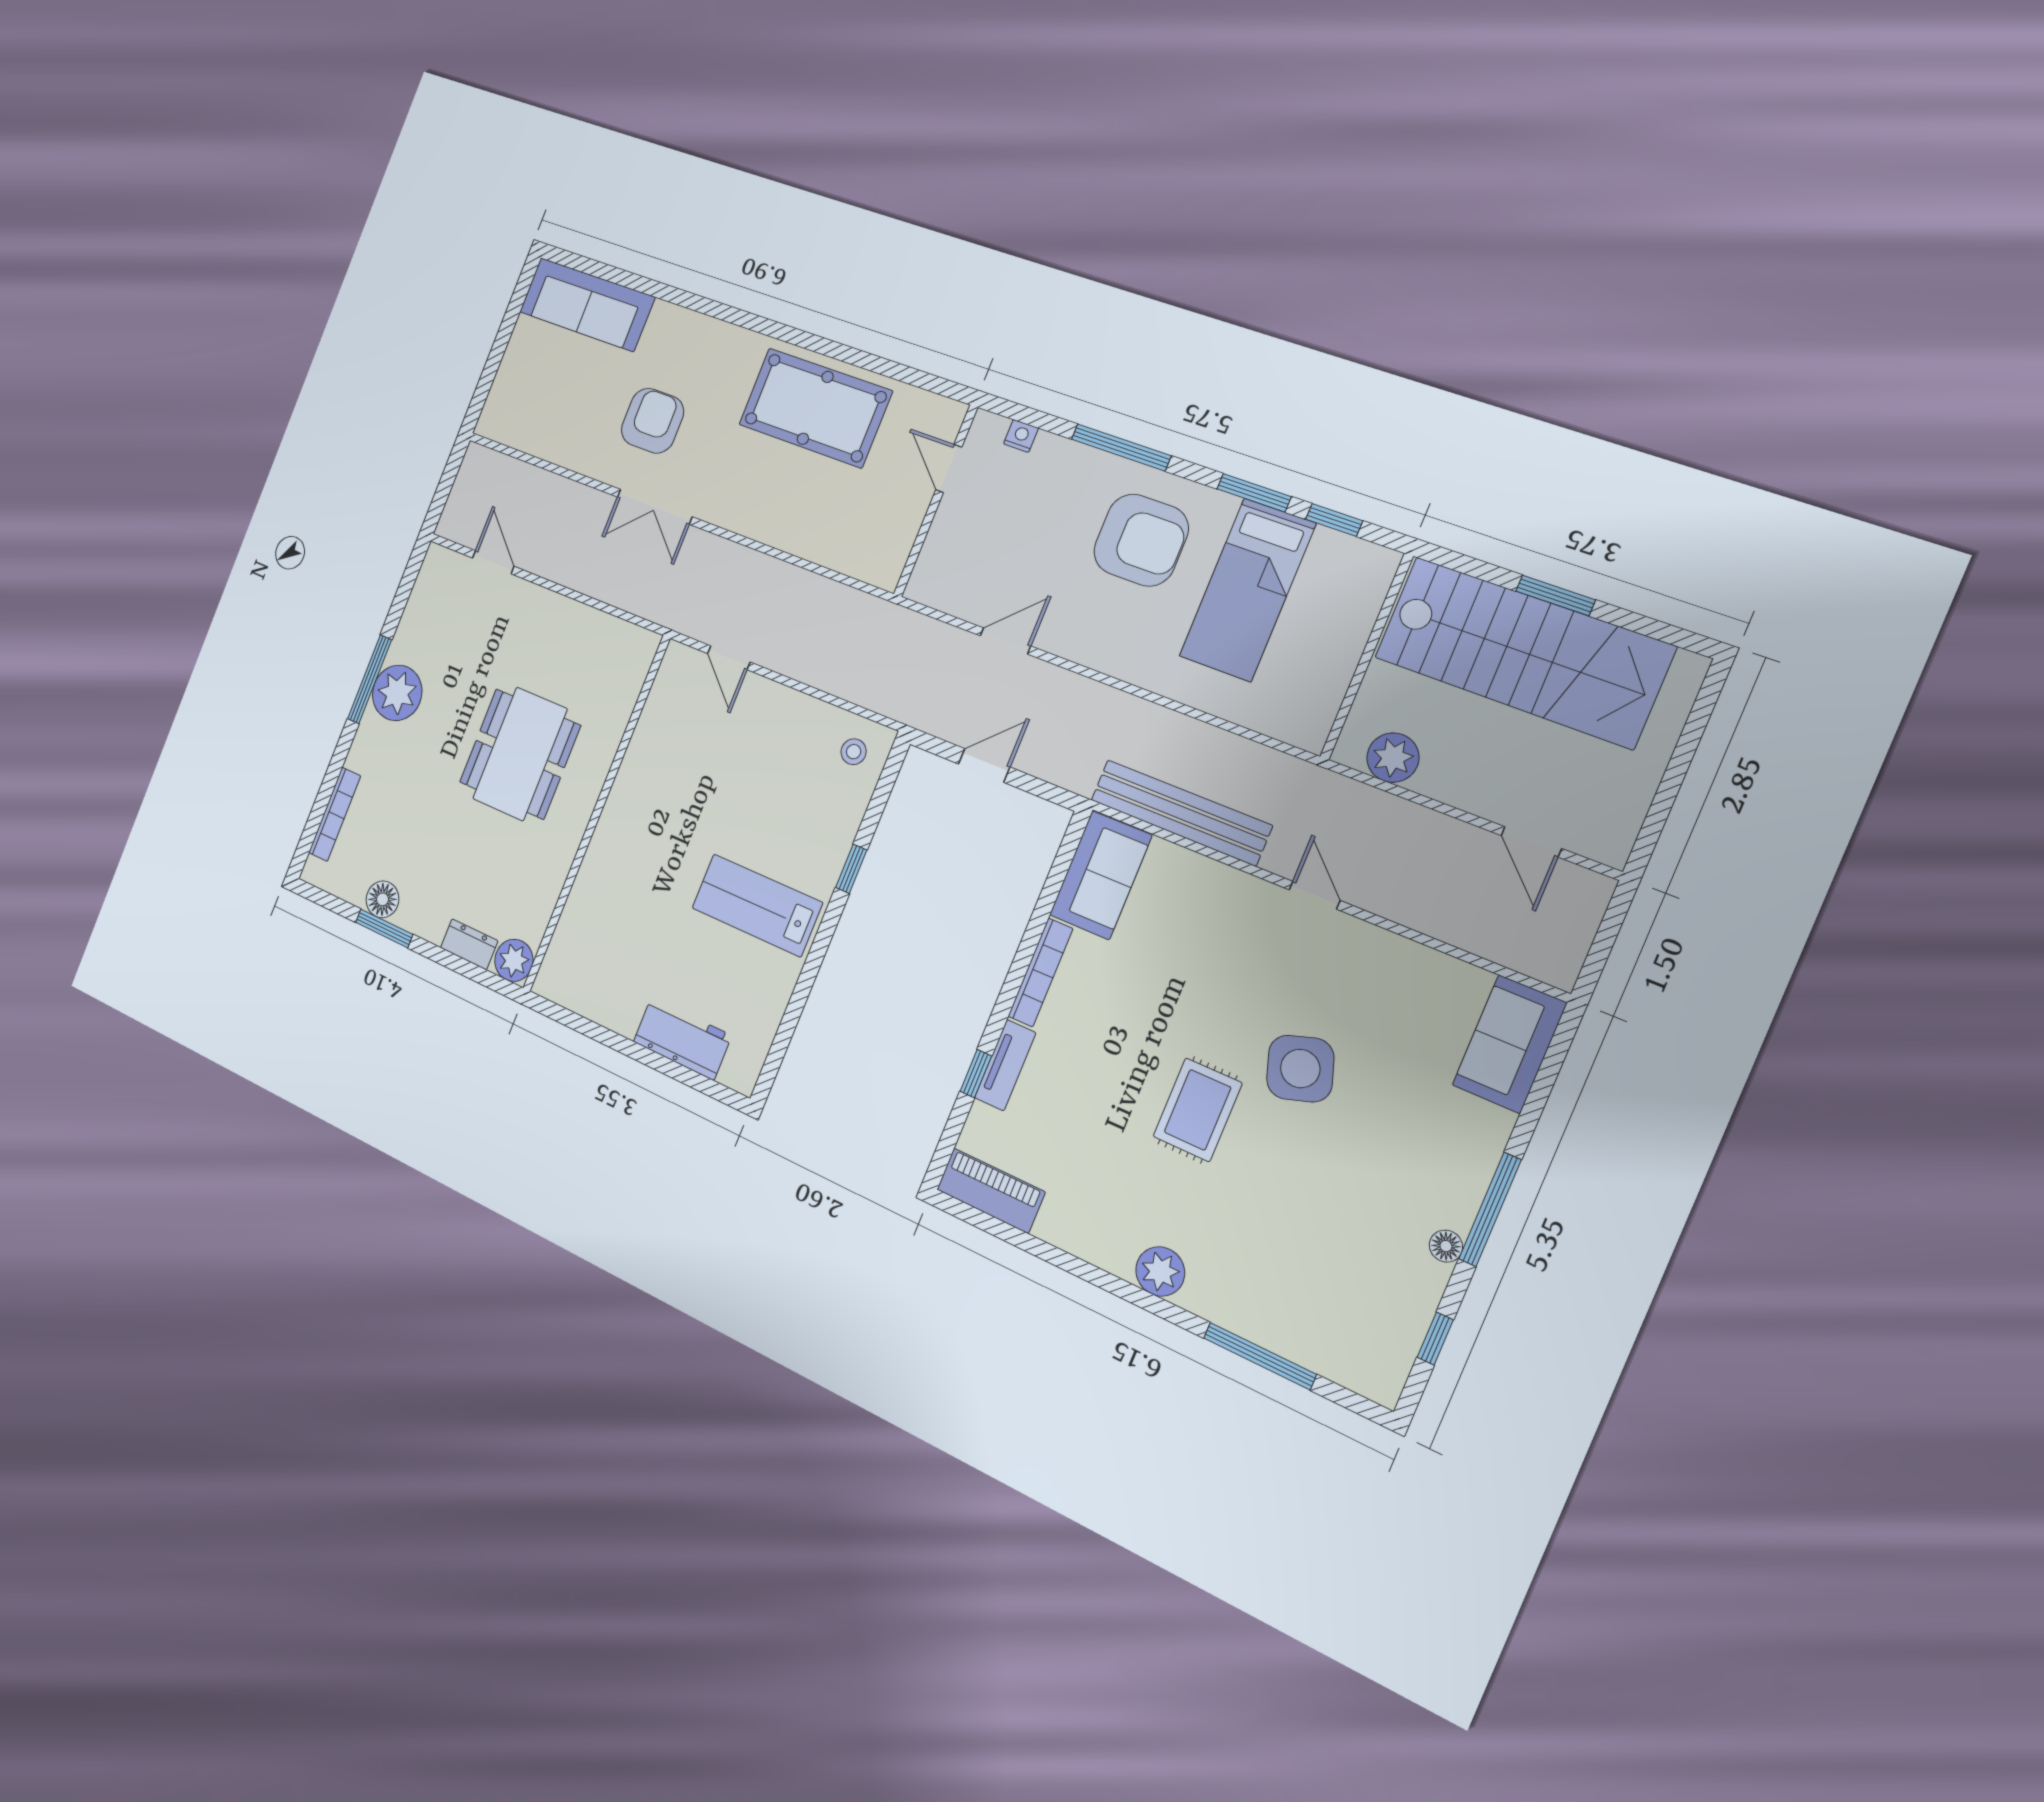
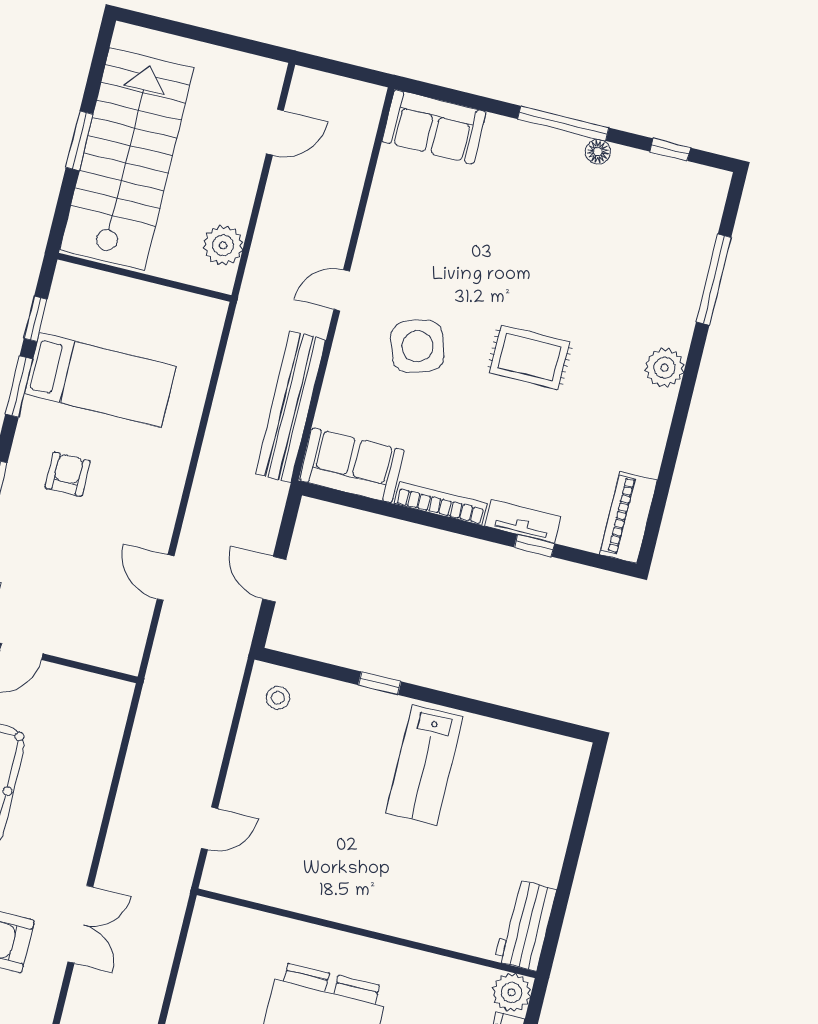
armchair: (1141, 540) -> (68, 474), width x0.53, depth x0.53
workbench: (682, 1039) -> (525, 925), moved
side table: (1300, 1069) -> (417, 346), moved

